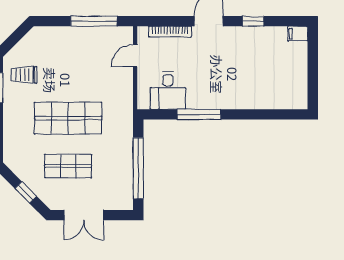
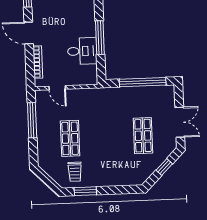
desk: (168, 91) -> (82, 51), moved
shop shelf: (68, 118) -> (70, 138), moved, width x0.70, depth x0.74

